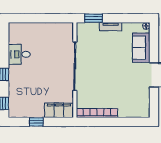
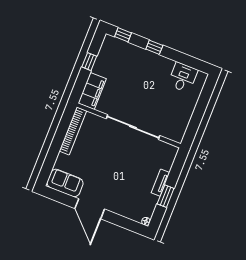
window: (94, 18) -> (166, 196), moved
sofa: (141, 48) -> (65, 183), moved
desk: (19, 54) -> (183, 77), moved

